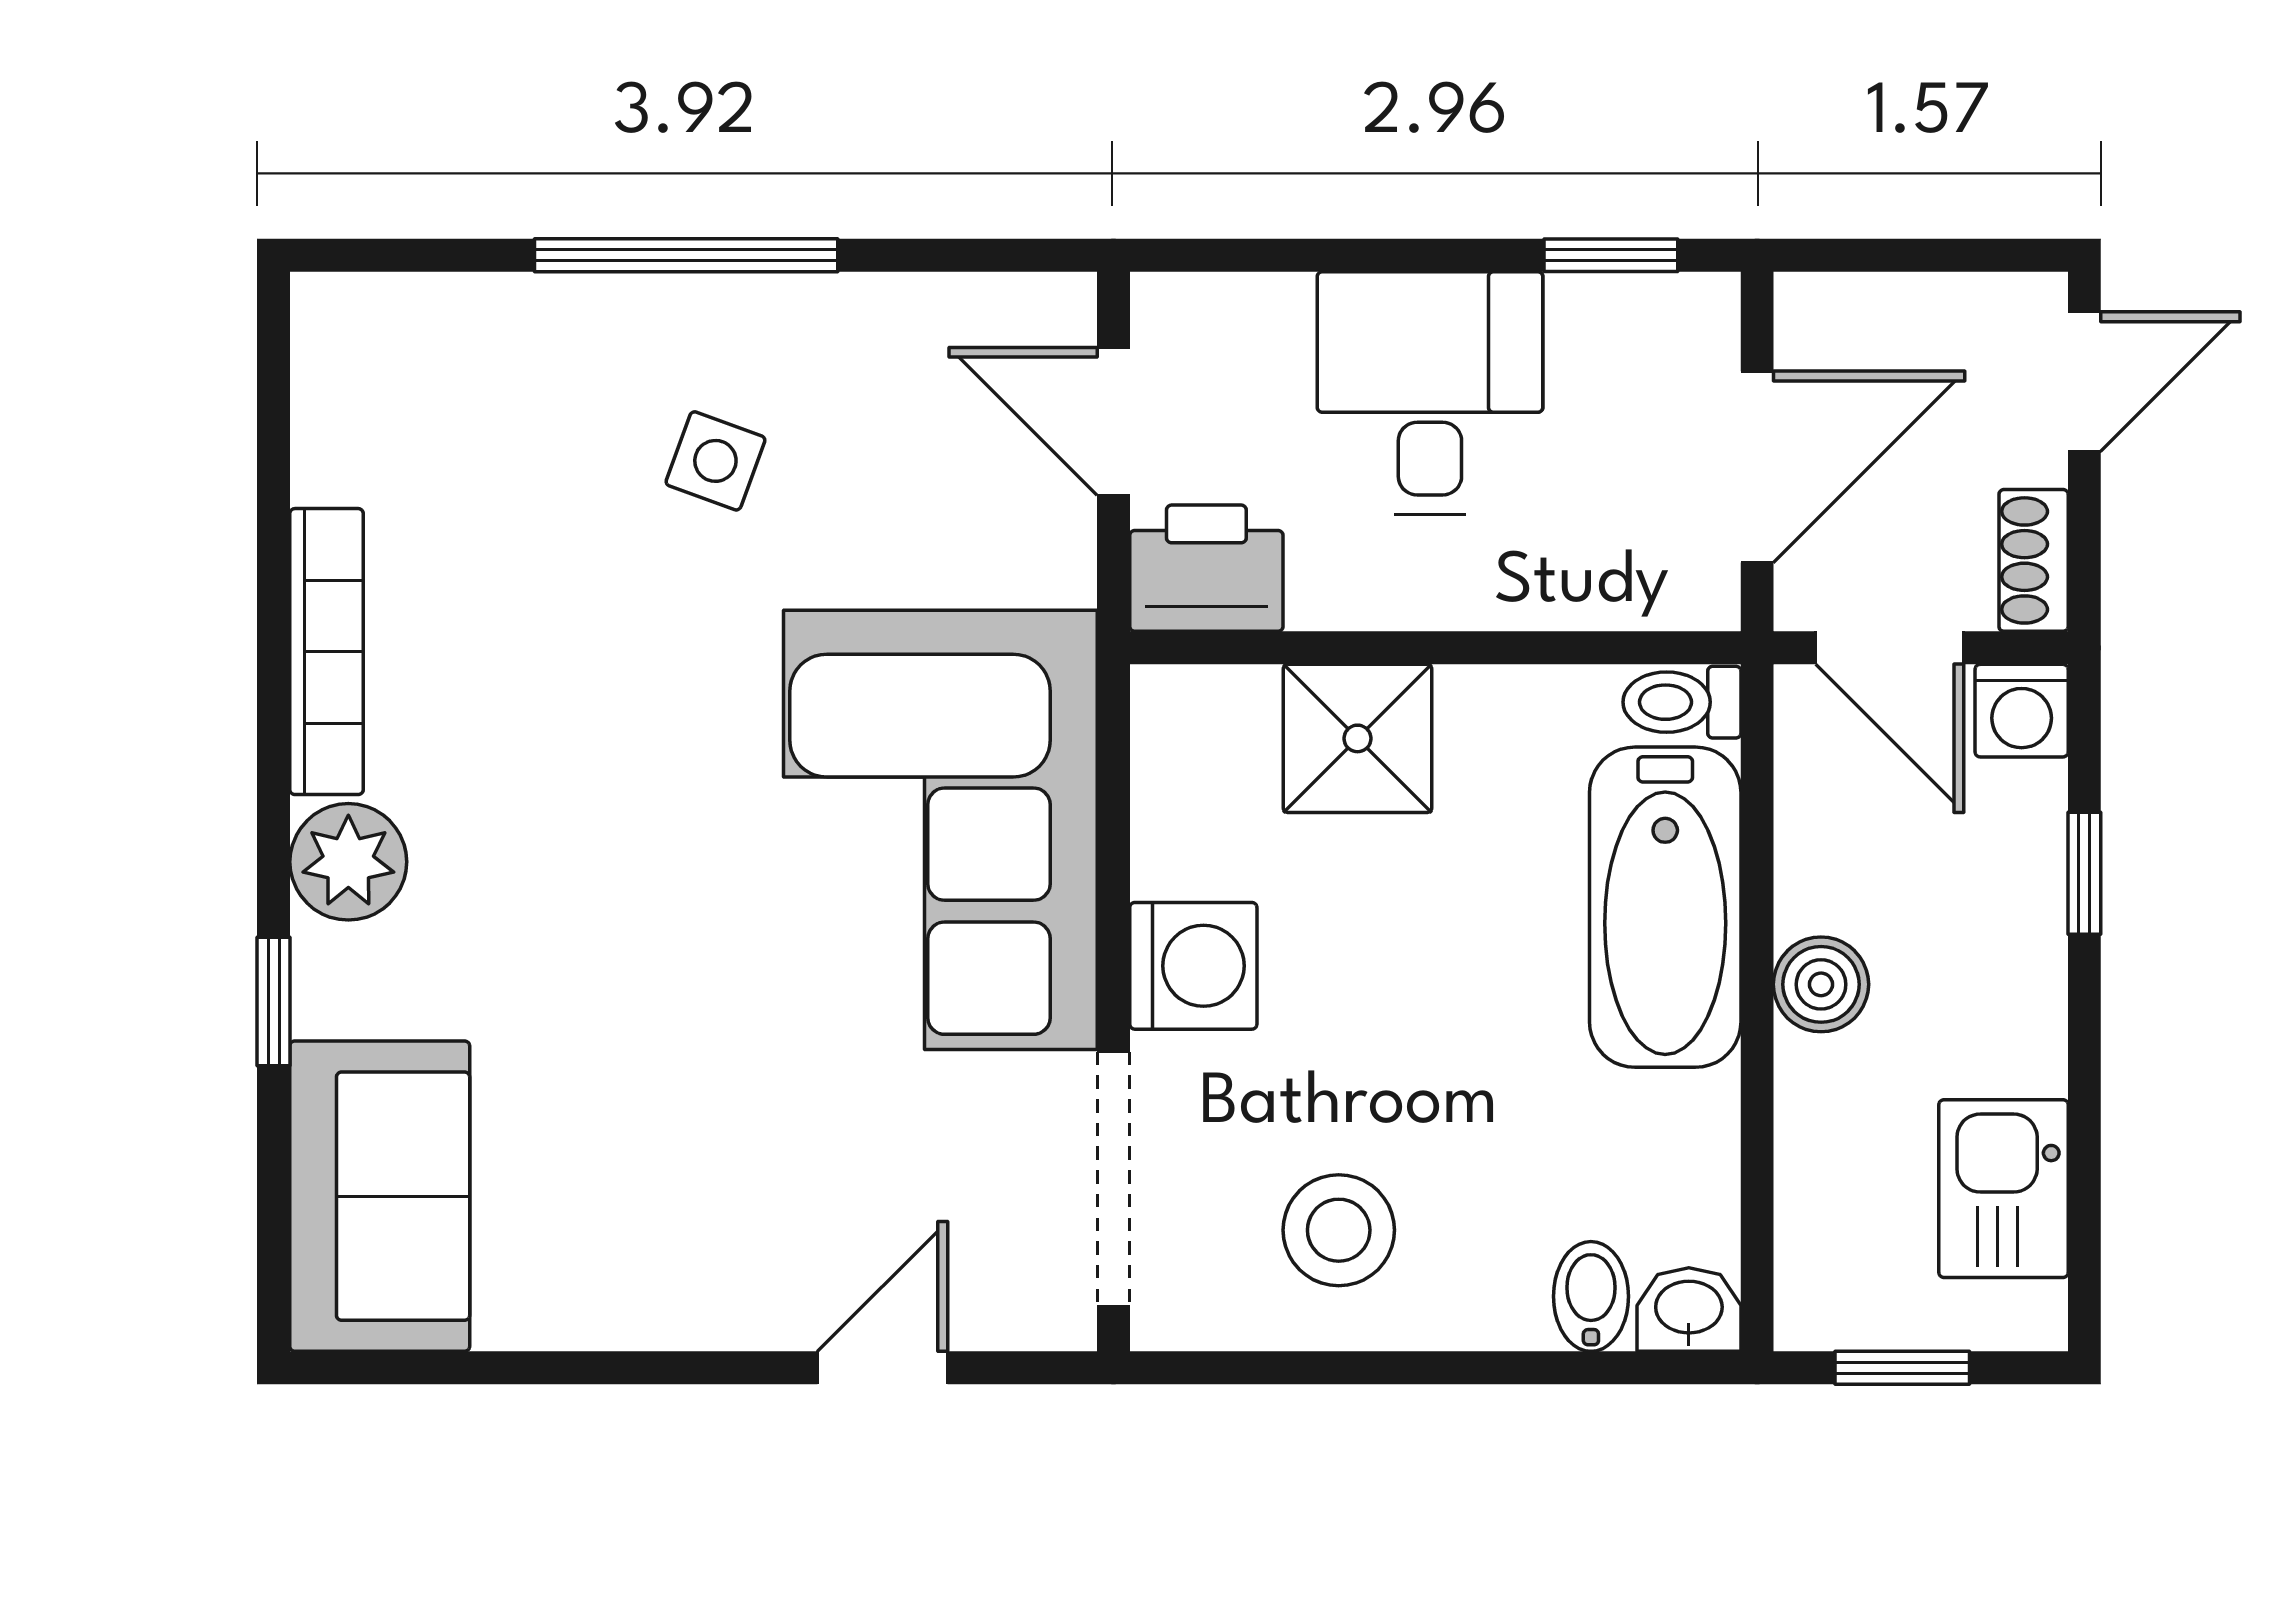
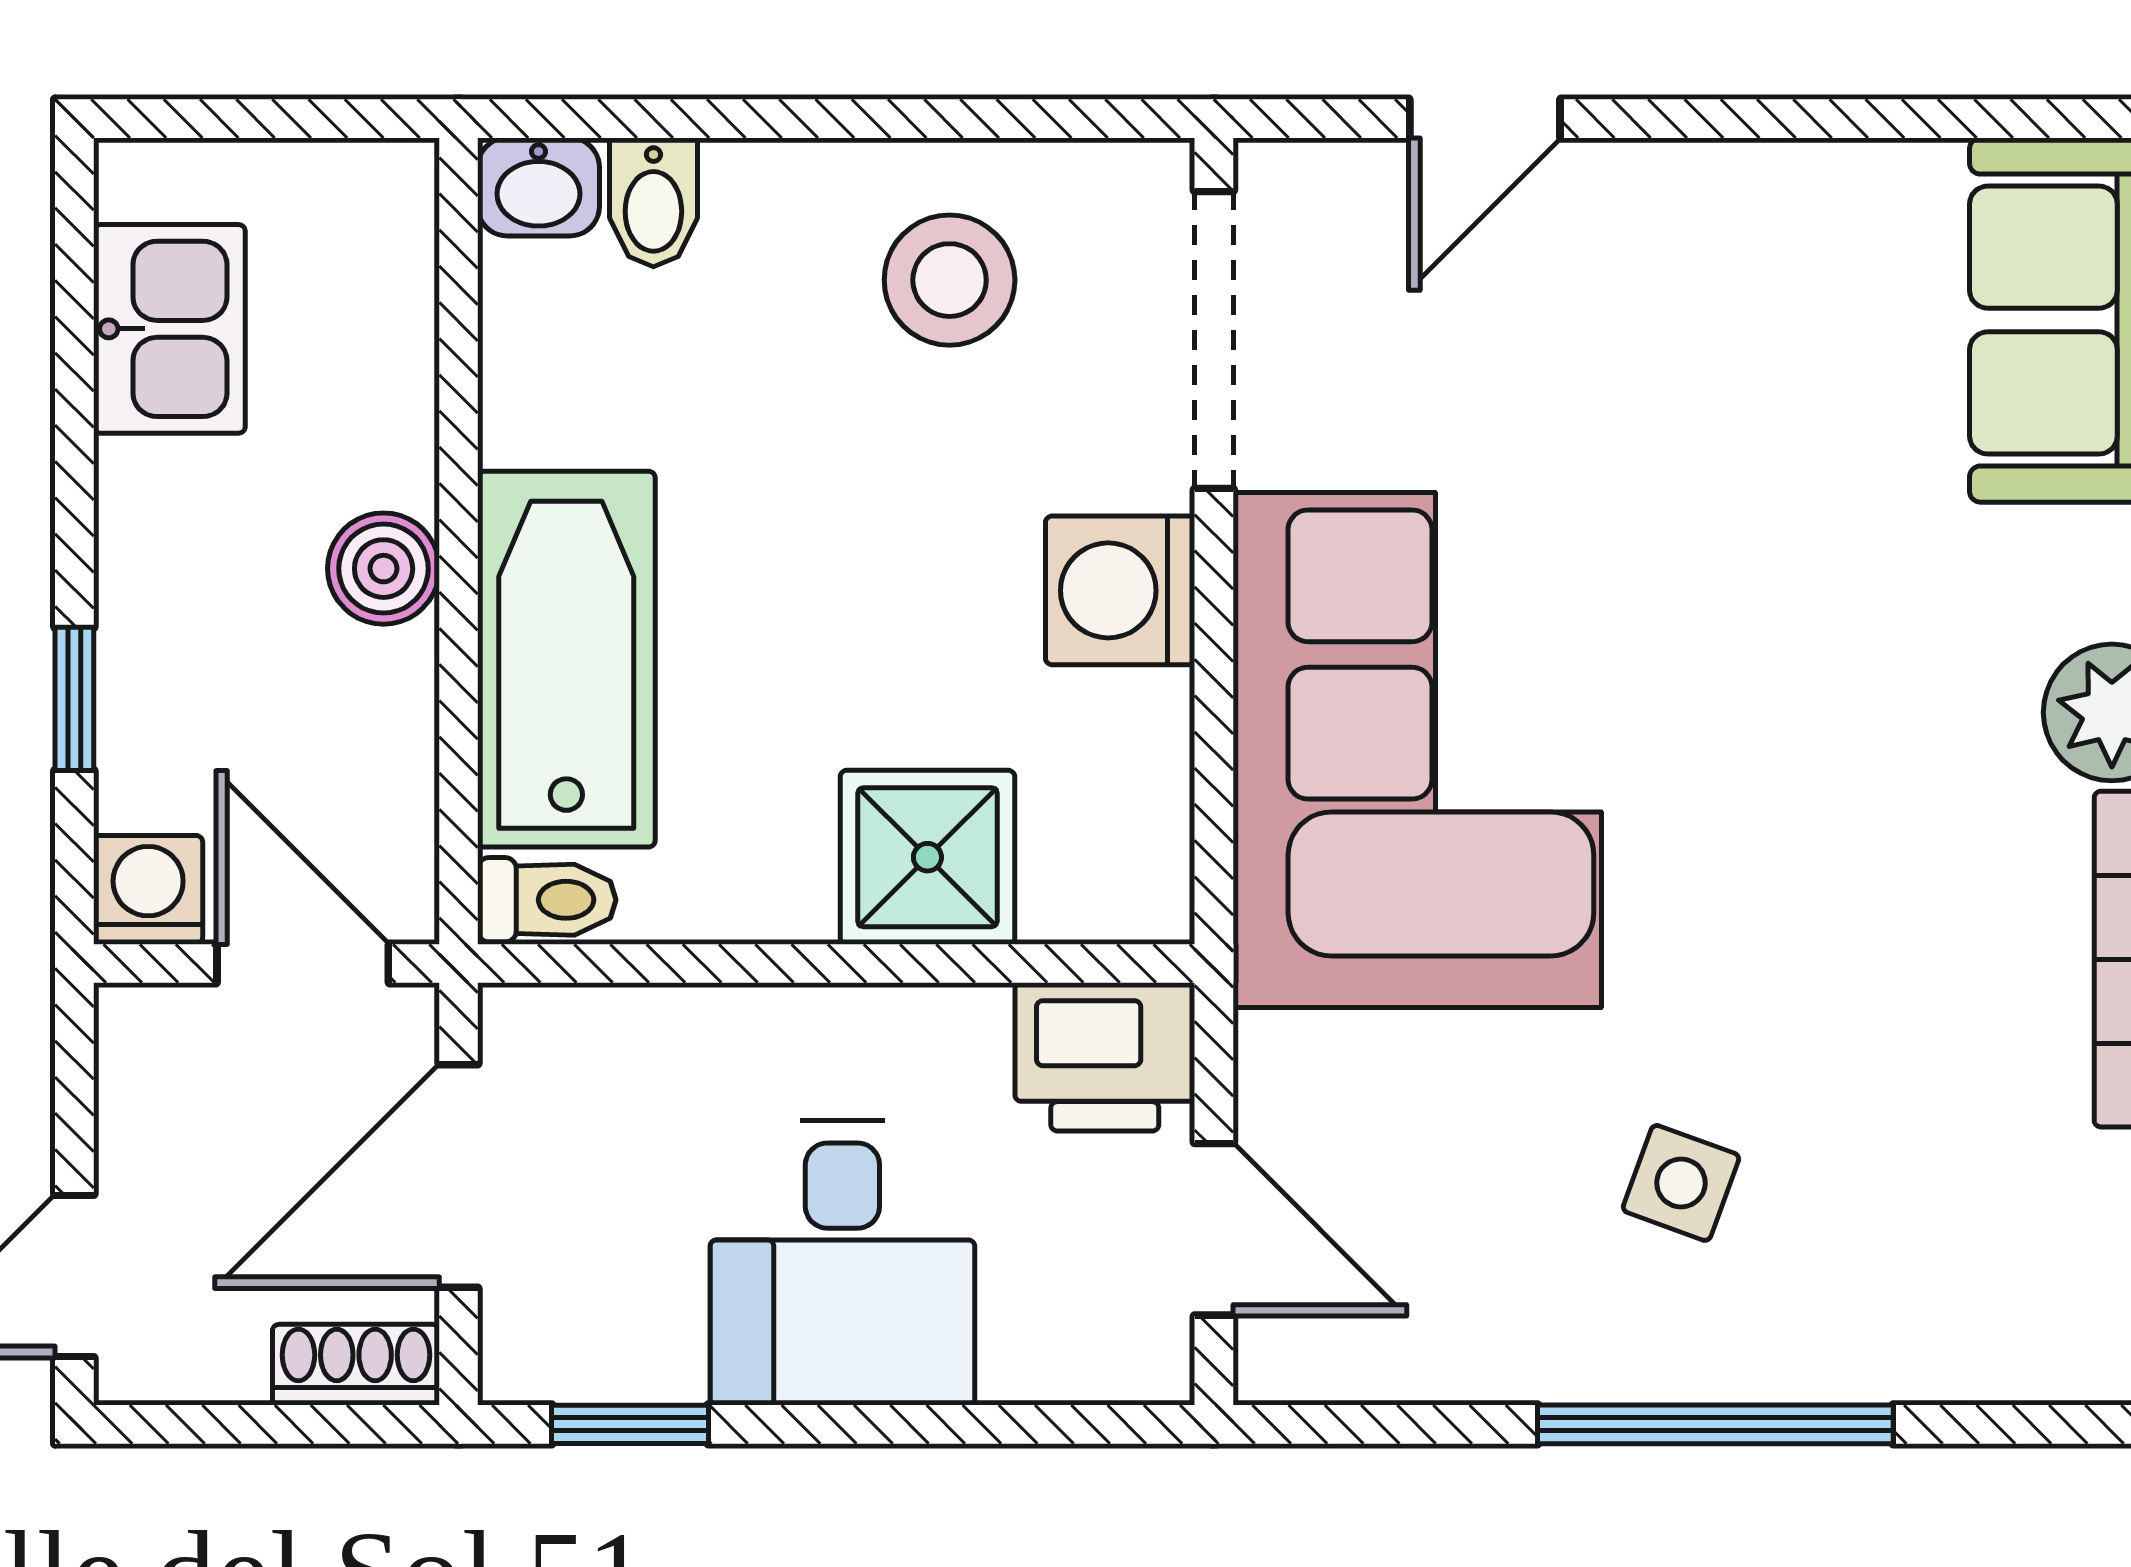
shoe rack: (2034, 560) -> (356, 1365), moved, turned -90
window: (1902, 1368) -> (288, 119), removed

